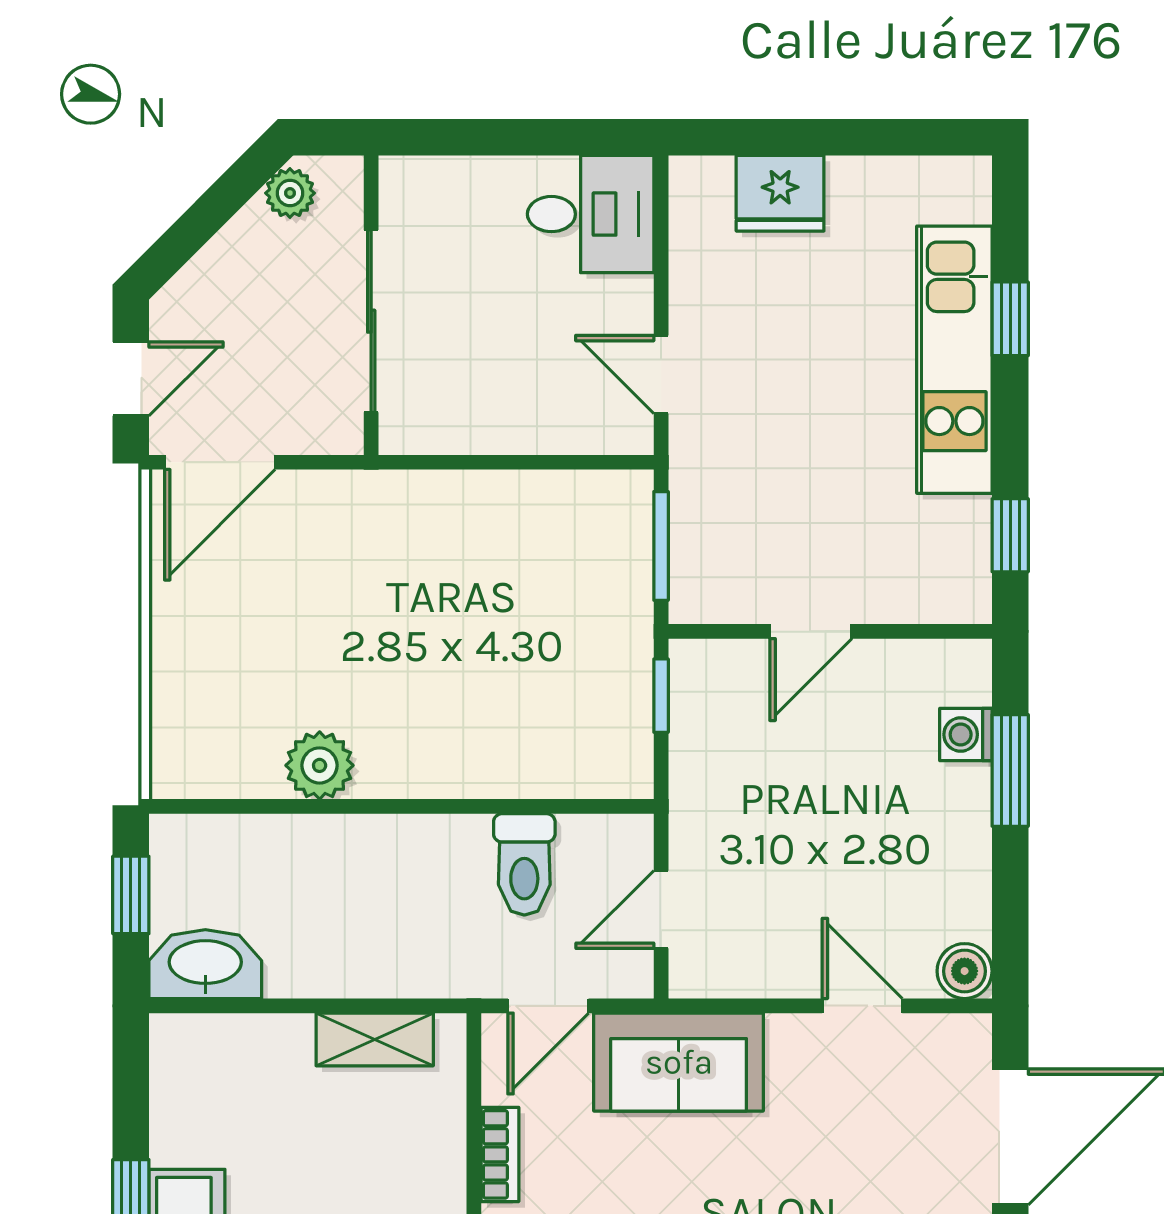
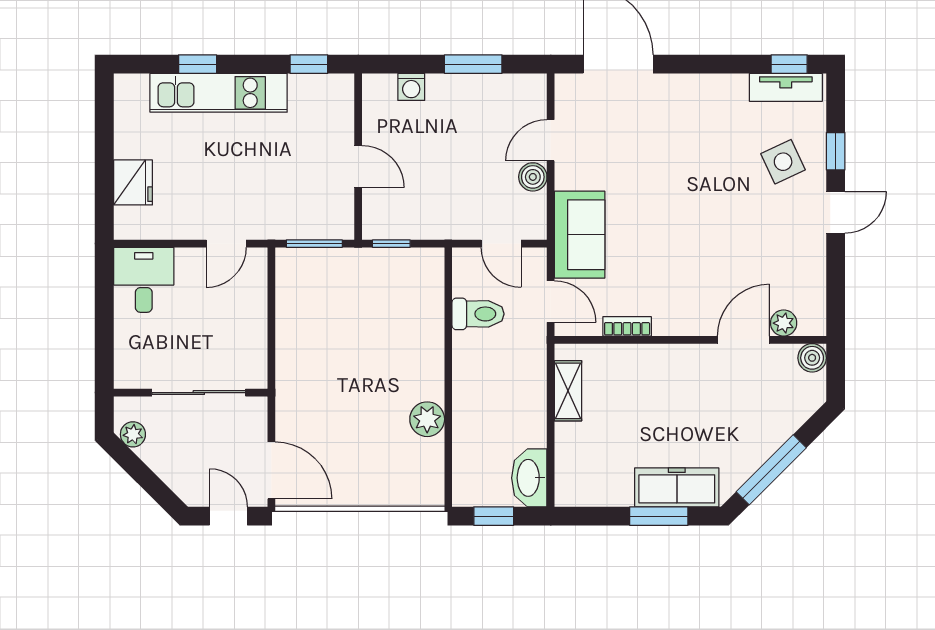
window: (1010, 770) -> (473, 64), moved
boiler: (965, 971) -> (533, 177), moved

